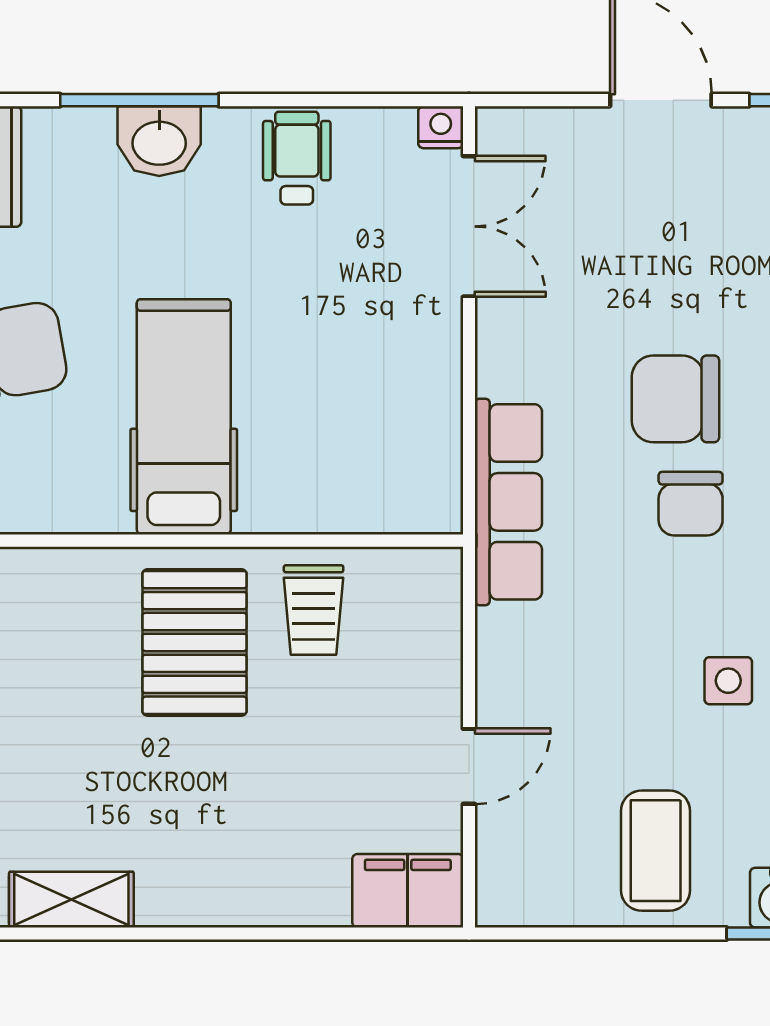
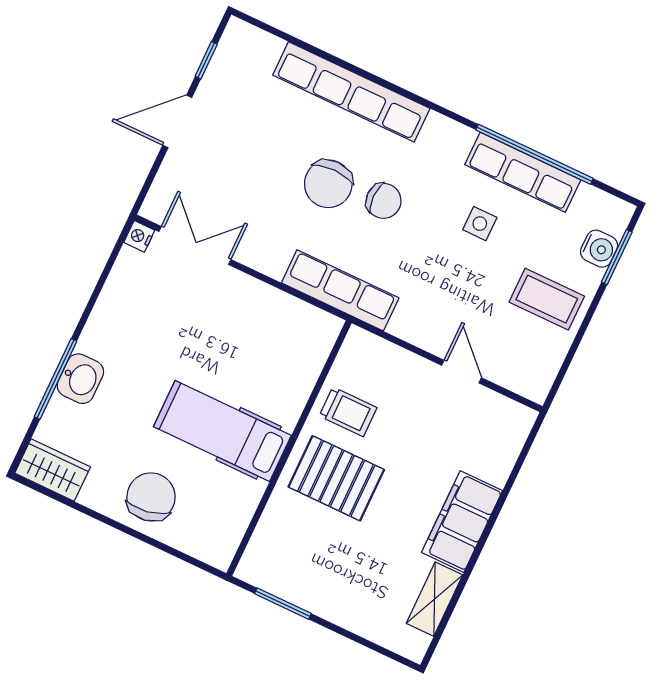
wheelchair: (297, 158) -> (121, 315), removed
filing cabinet: (408, 891) -> (462, 522), moved, width x1.50, depth x1.17

